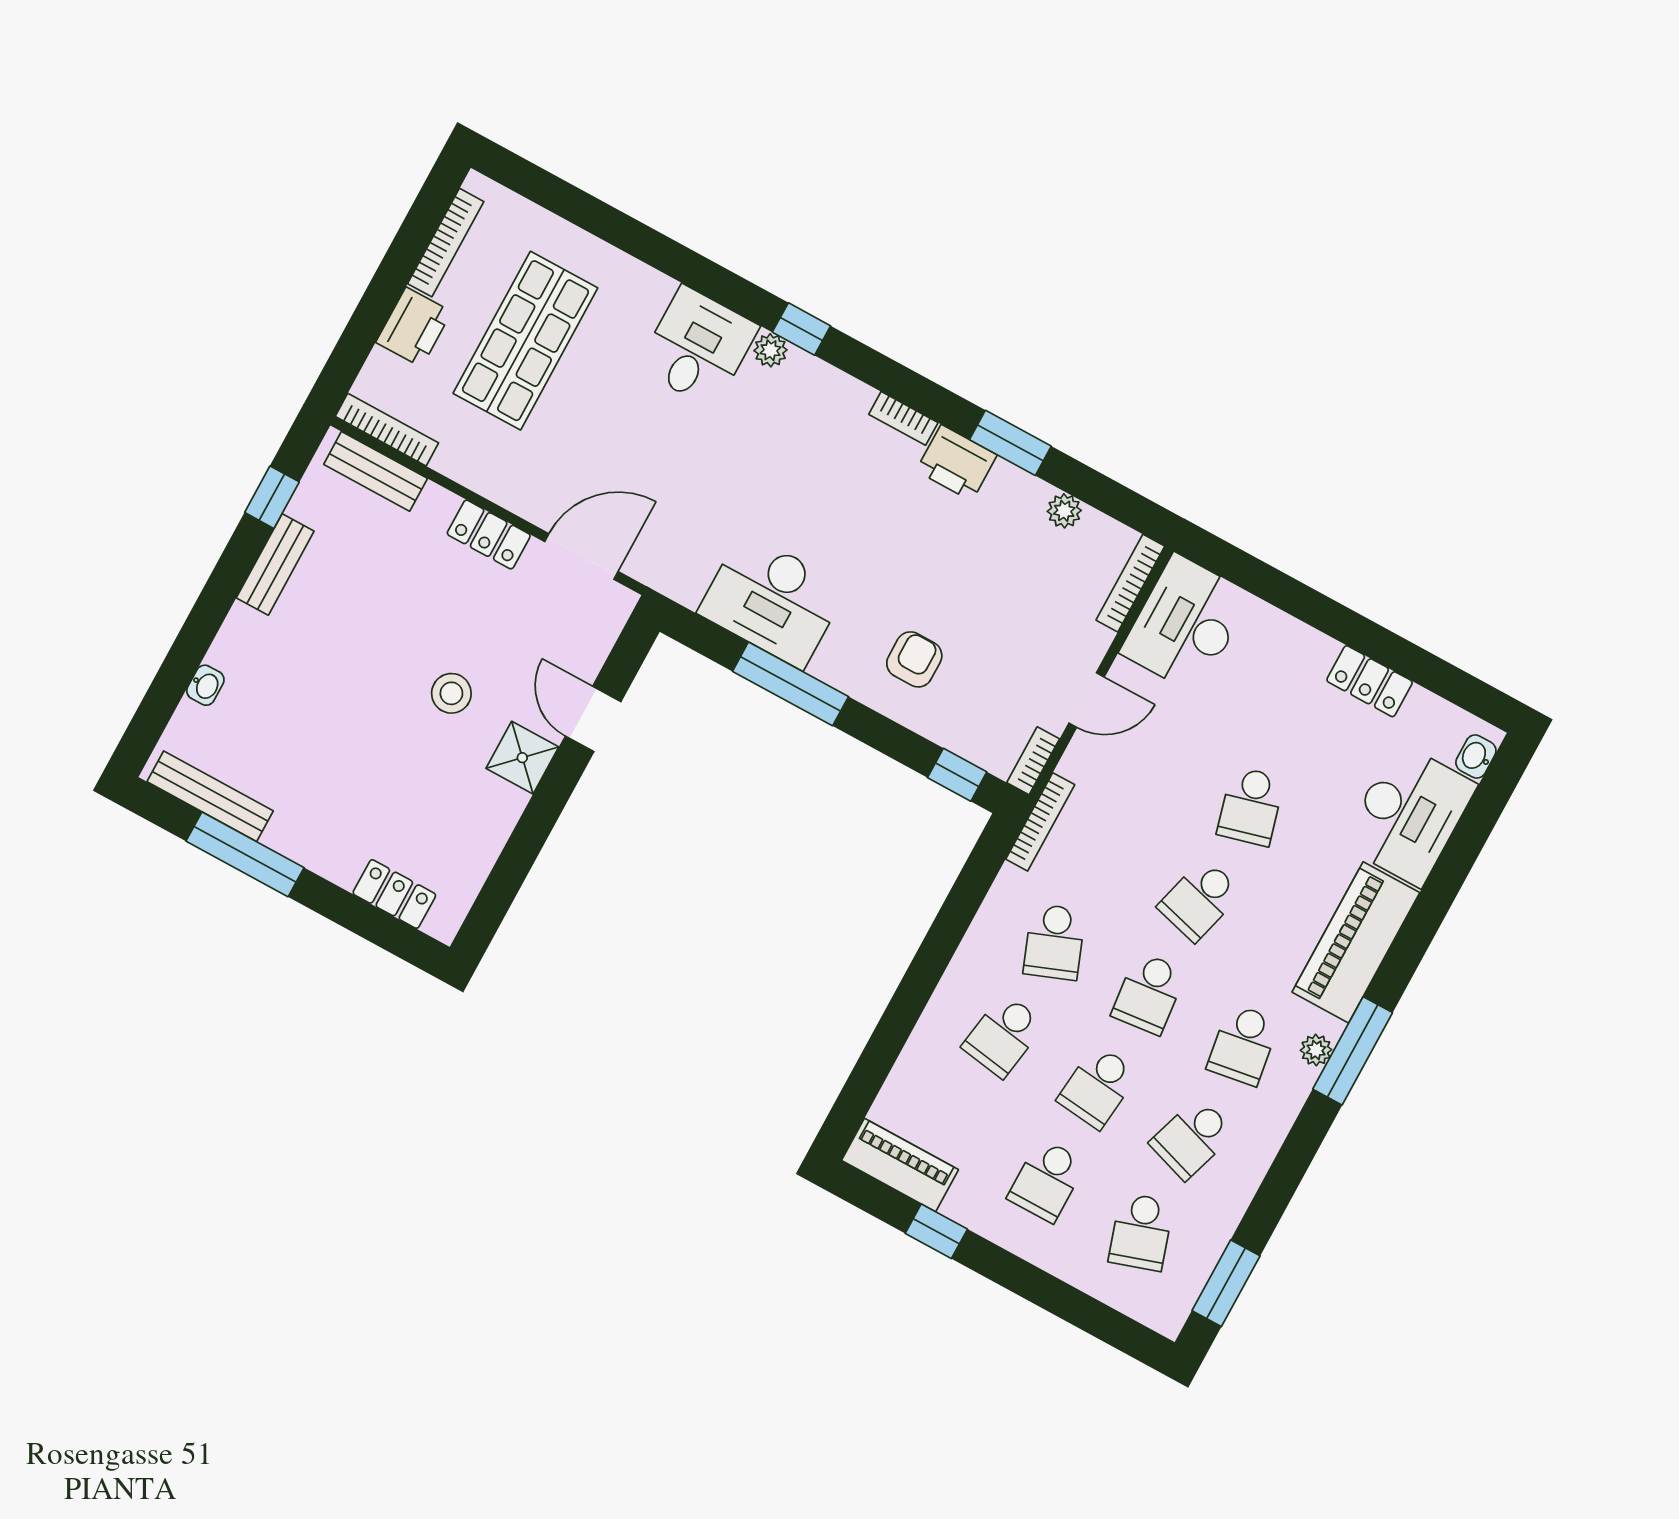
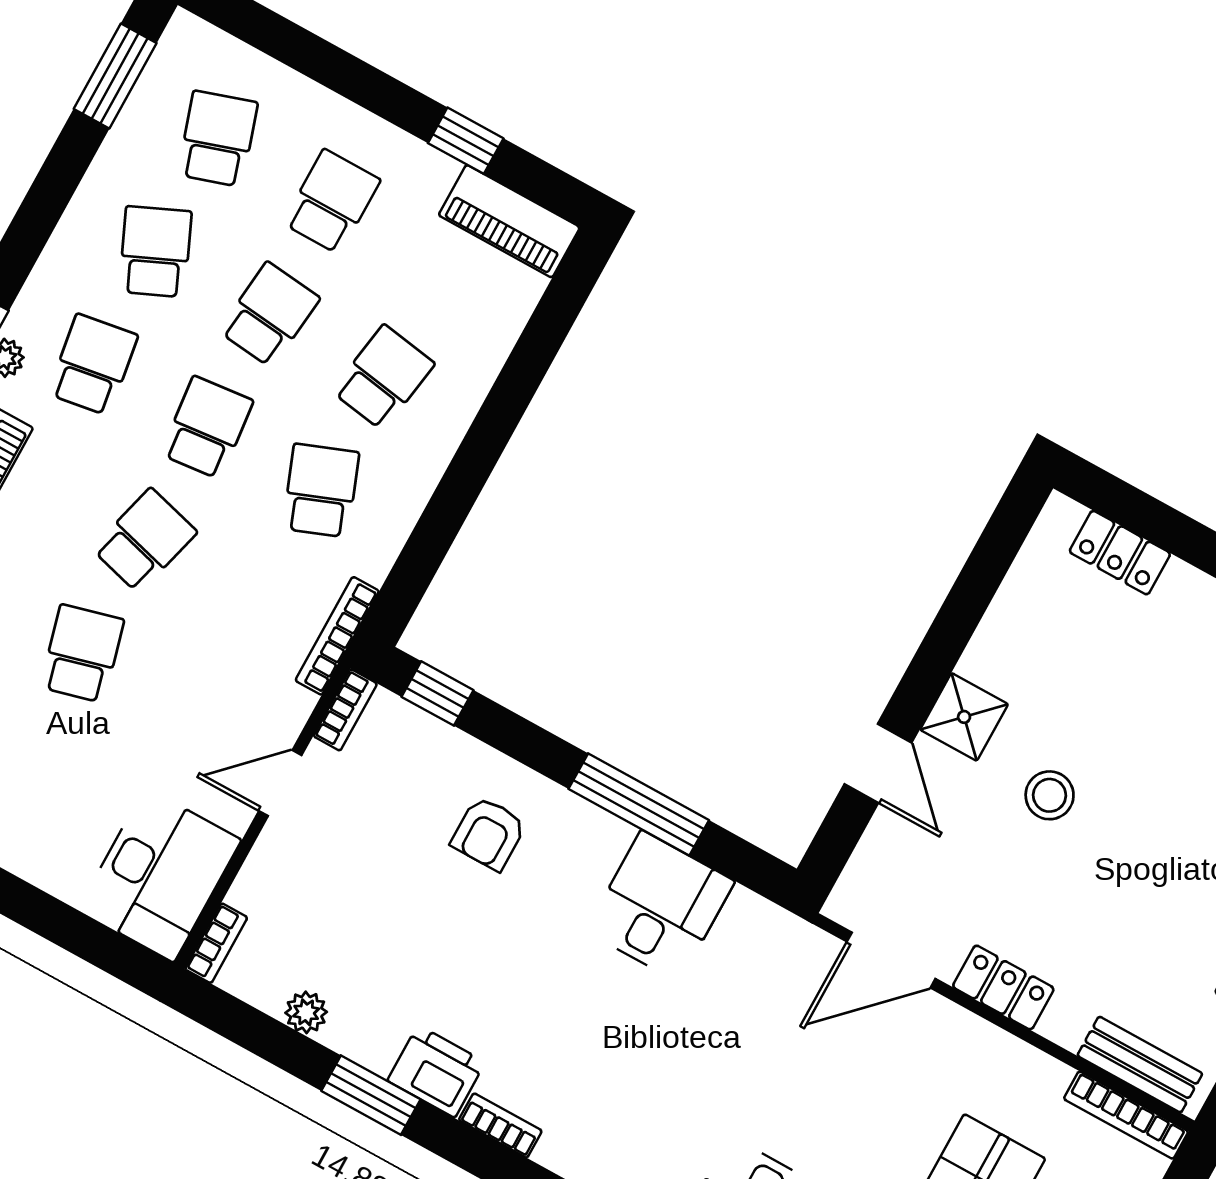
bookcase: (1130, 583) -> (216, 943), width x0.64
desk: (772, 600) -> (660, 906), width x0.73
school desk: (1192, 1138) -> (155, 252), turned -42

